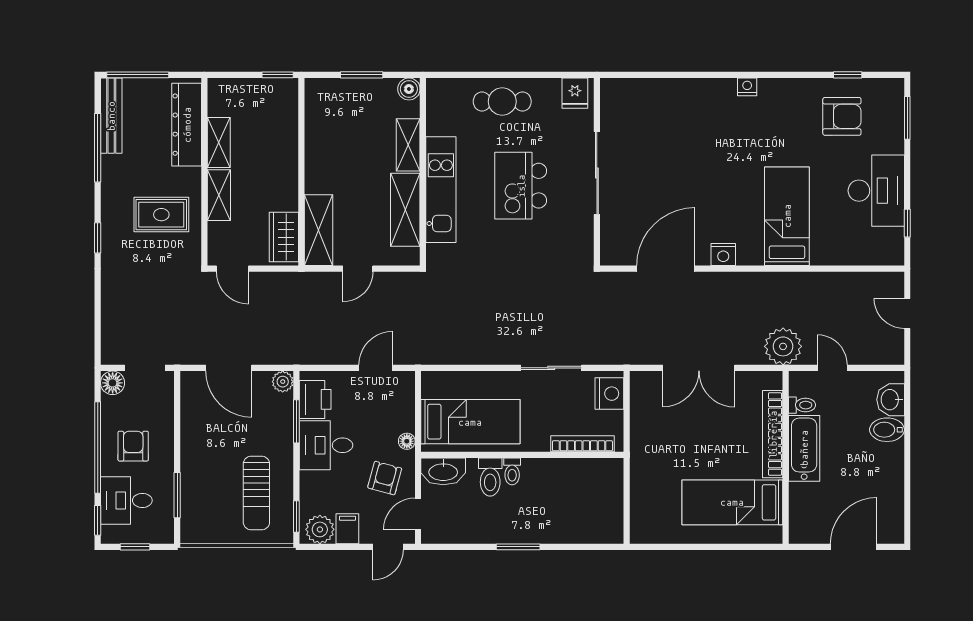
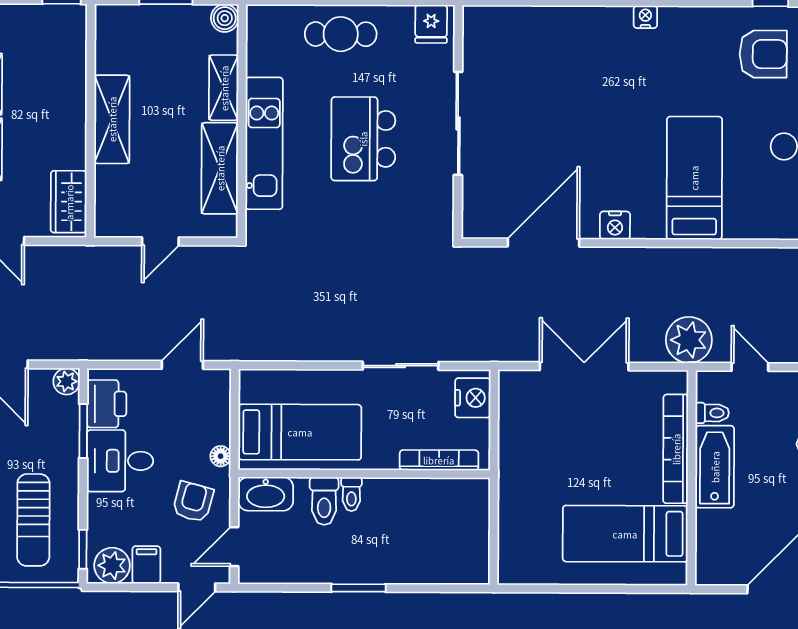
shelving: (318, 230) -> (112, 119), moved
double door: (699, 368) -> (584, 366), swing flipped

